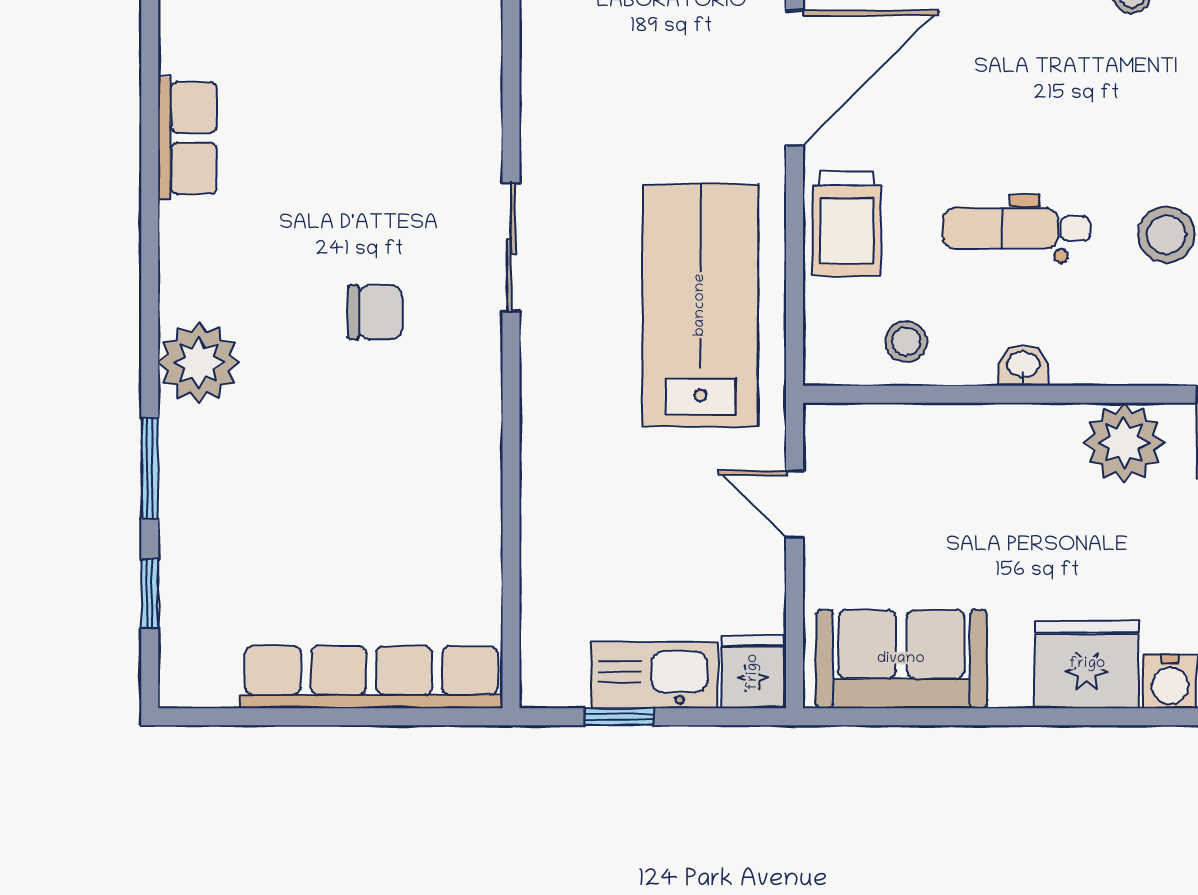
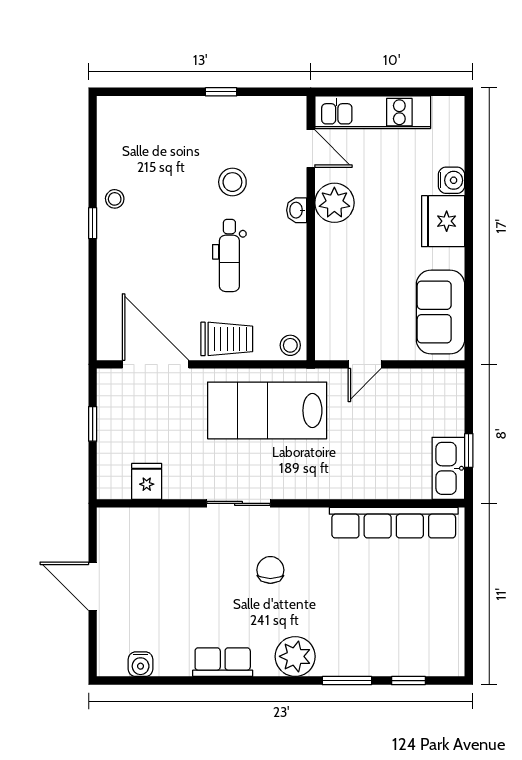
water cooler: (183, 47) -> (141, 664), added
row of seats: (187, 138) -> (223, 662), moved
stool: (906, 342) -> (290, 345), moved
washbasin: (1023, 366) -> (297, 210), moved
fridge: (753, 672) -> (147, 481), moved, turned 90
kitchen sink: (654, 675) -> (448, 468), moved
row of seats: (371, 677) -> (394, 523), moved, turned -90

